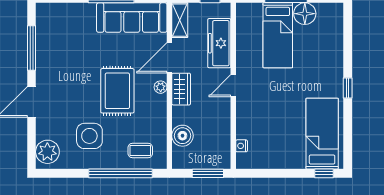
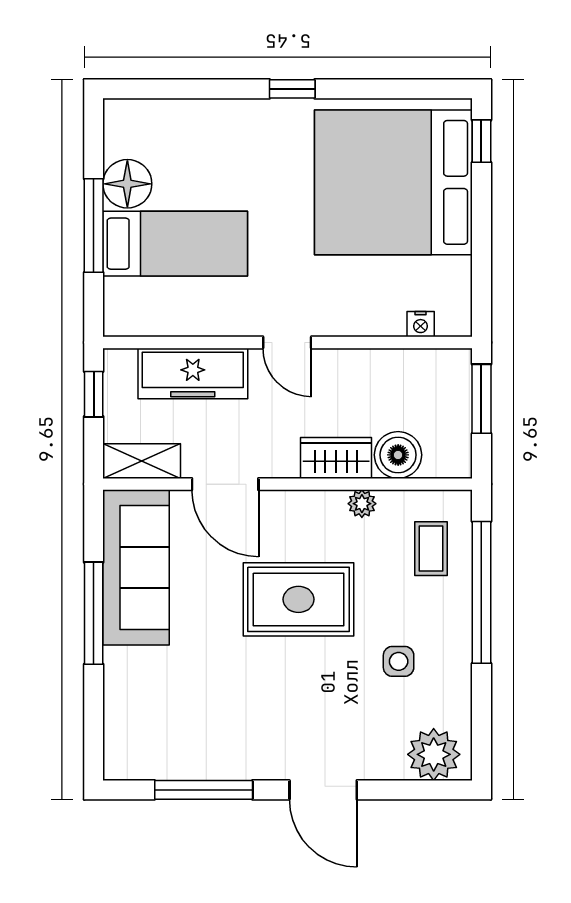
plant: (161, 87) -> (362, 504), moved
wardrobe: (181, 89) -> (336, 458), moved
bed: (322, 134) -> (393, 182), width x2.04
side table: (89, 136) -> (399, 661), width x0.54, depth x0.54

